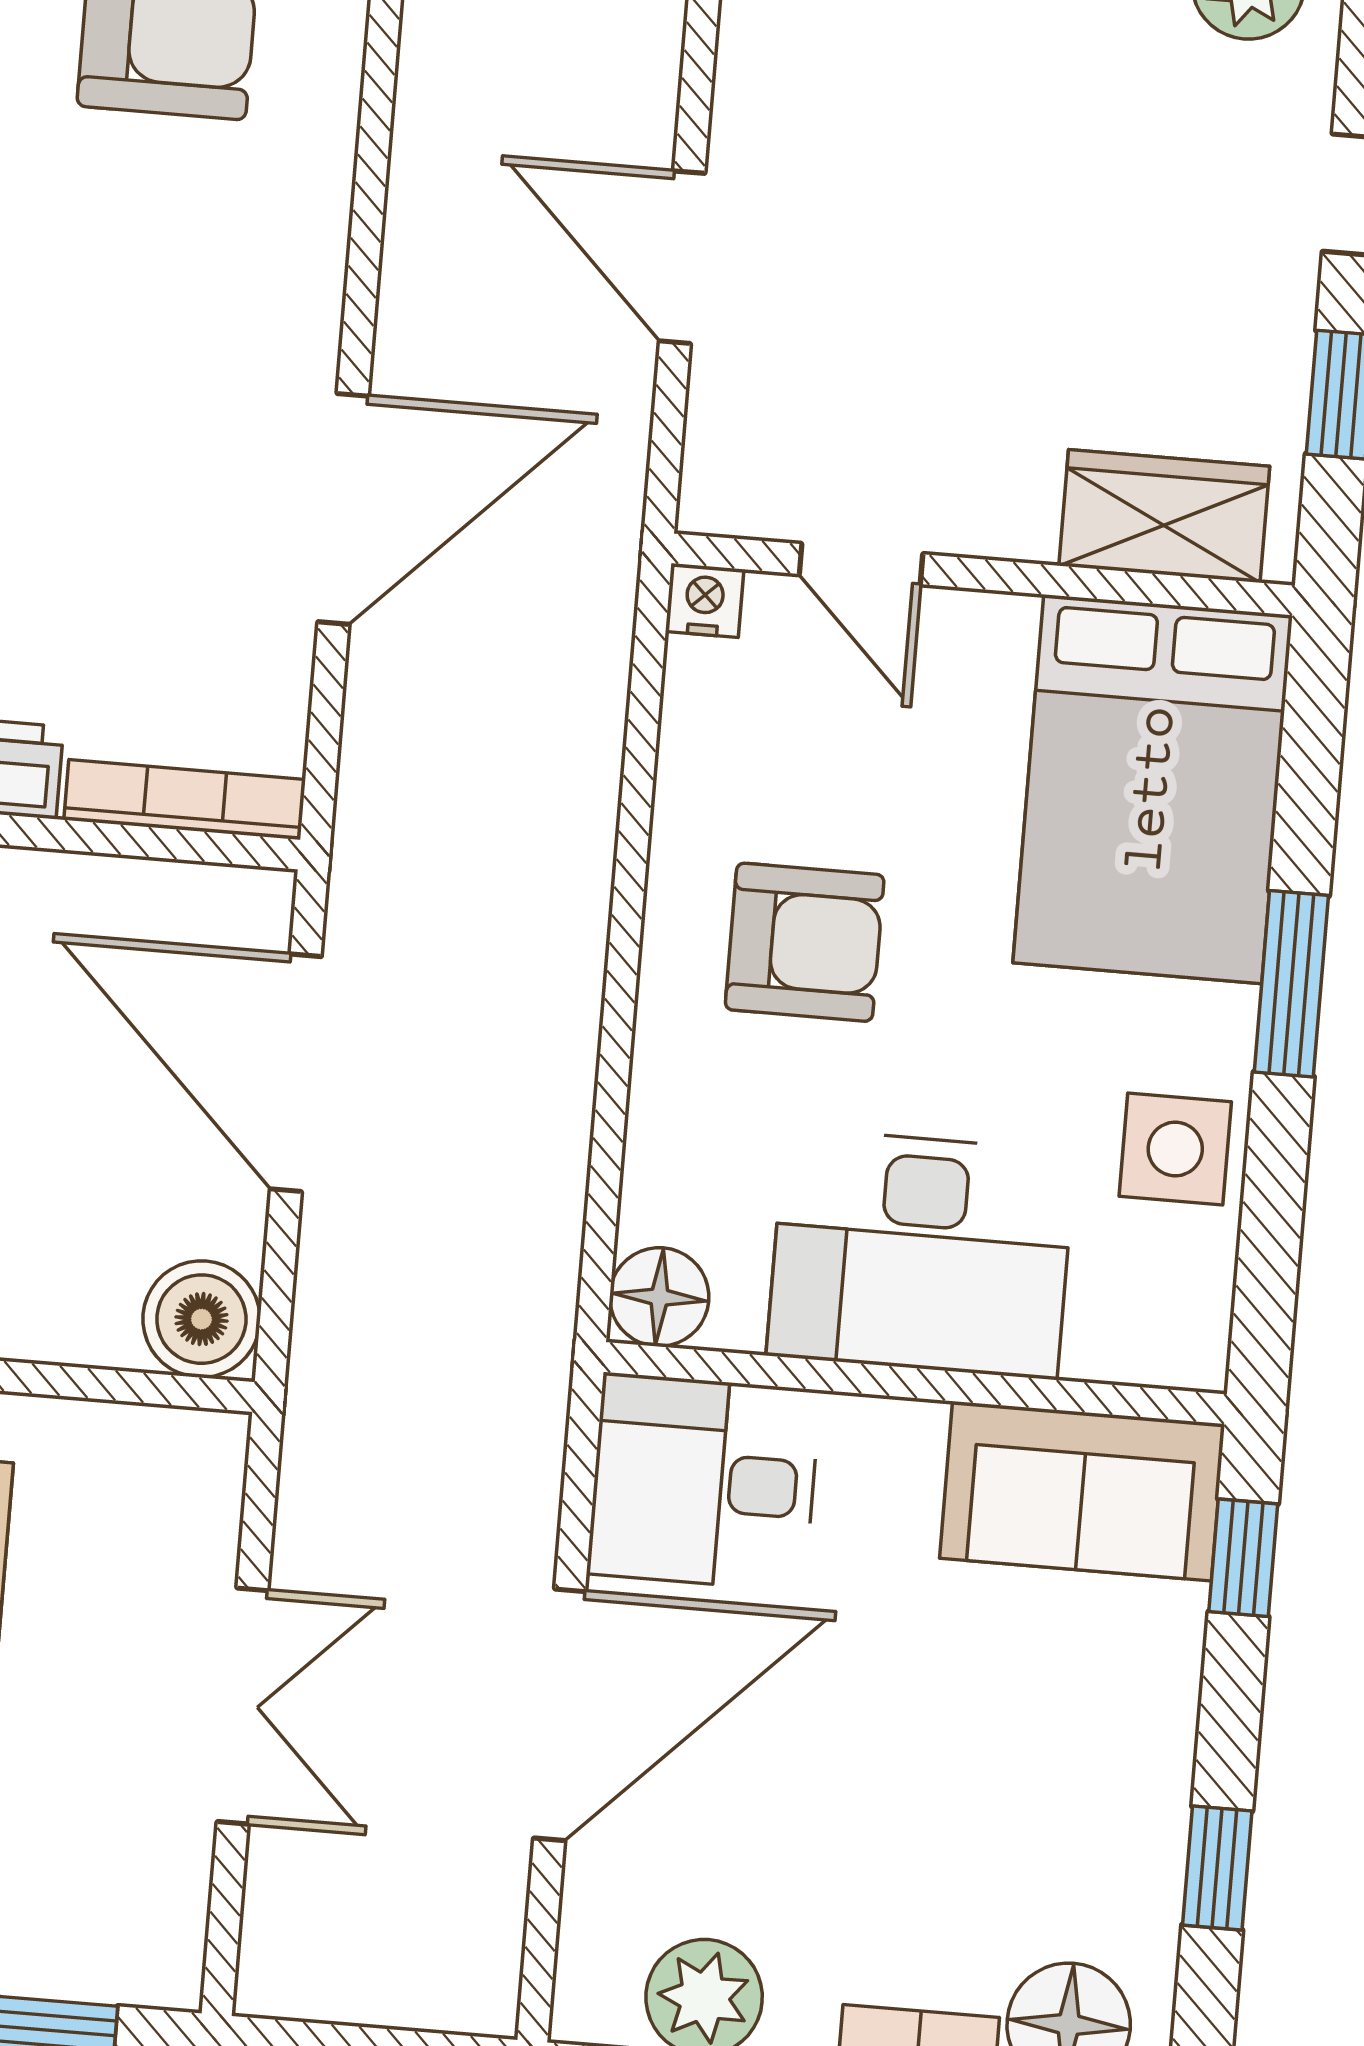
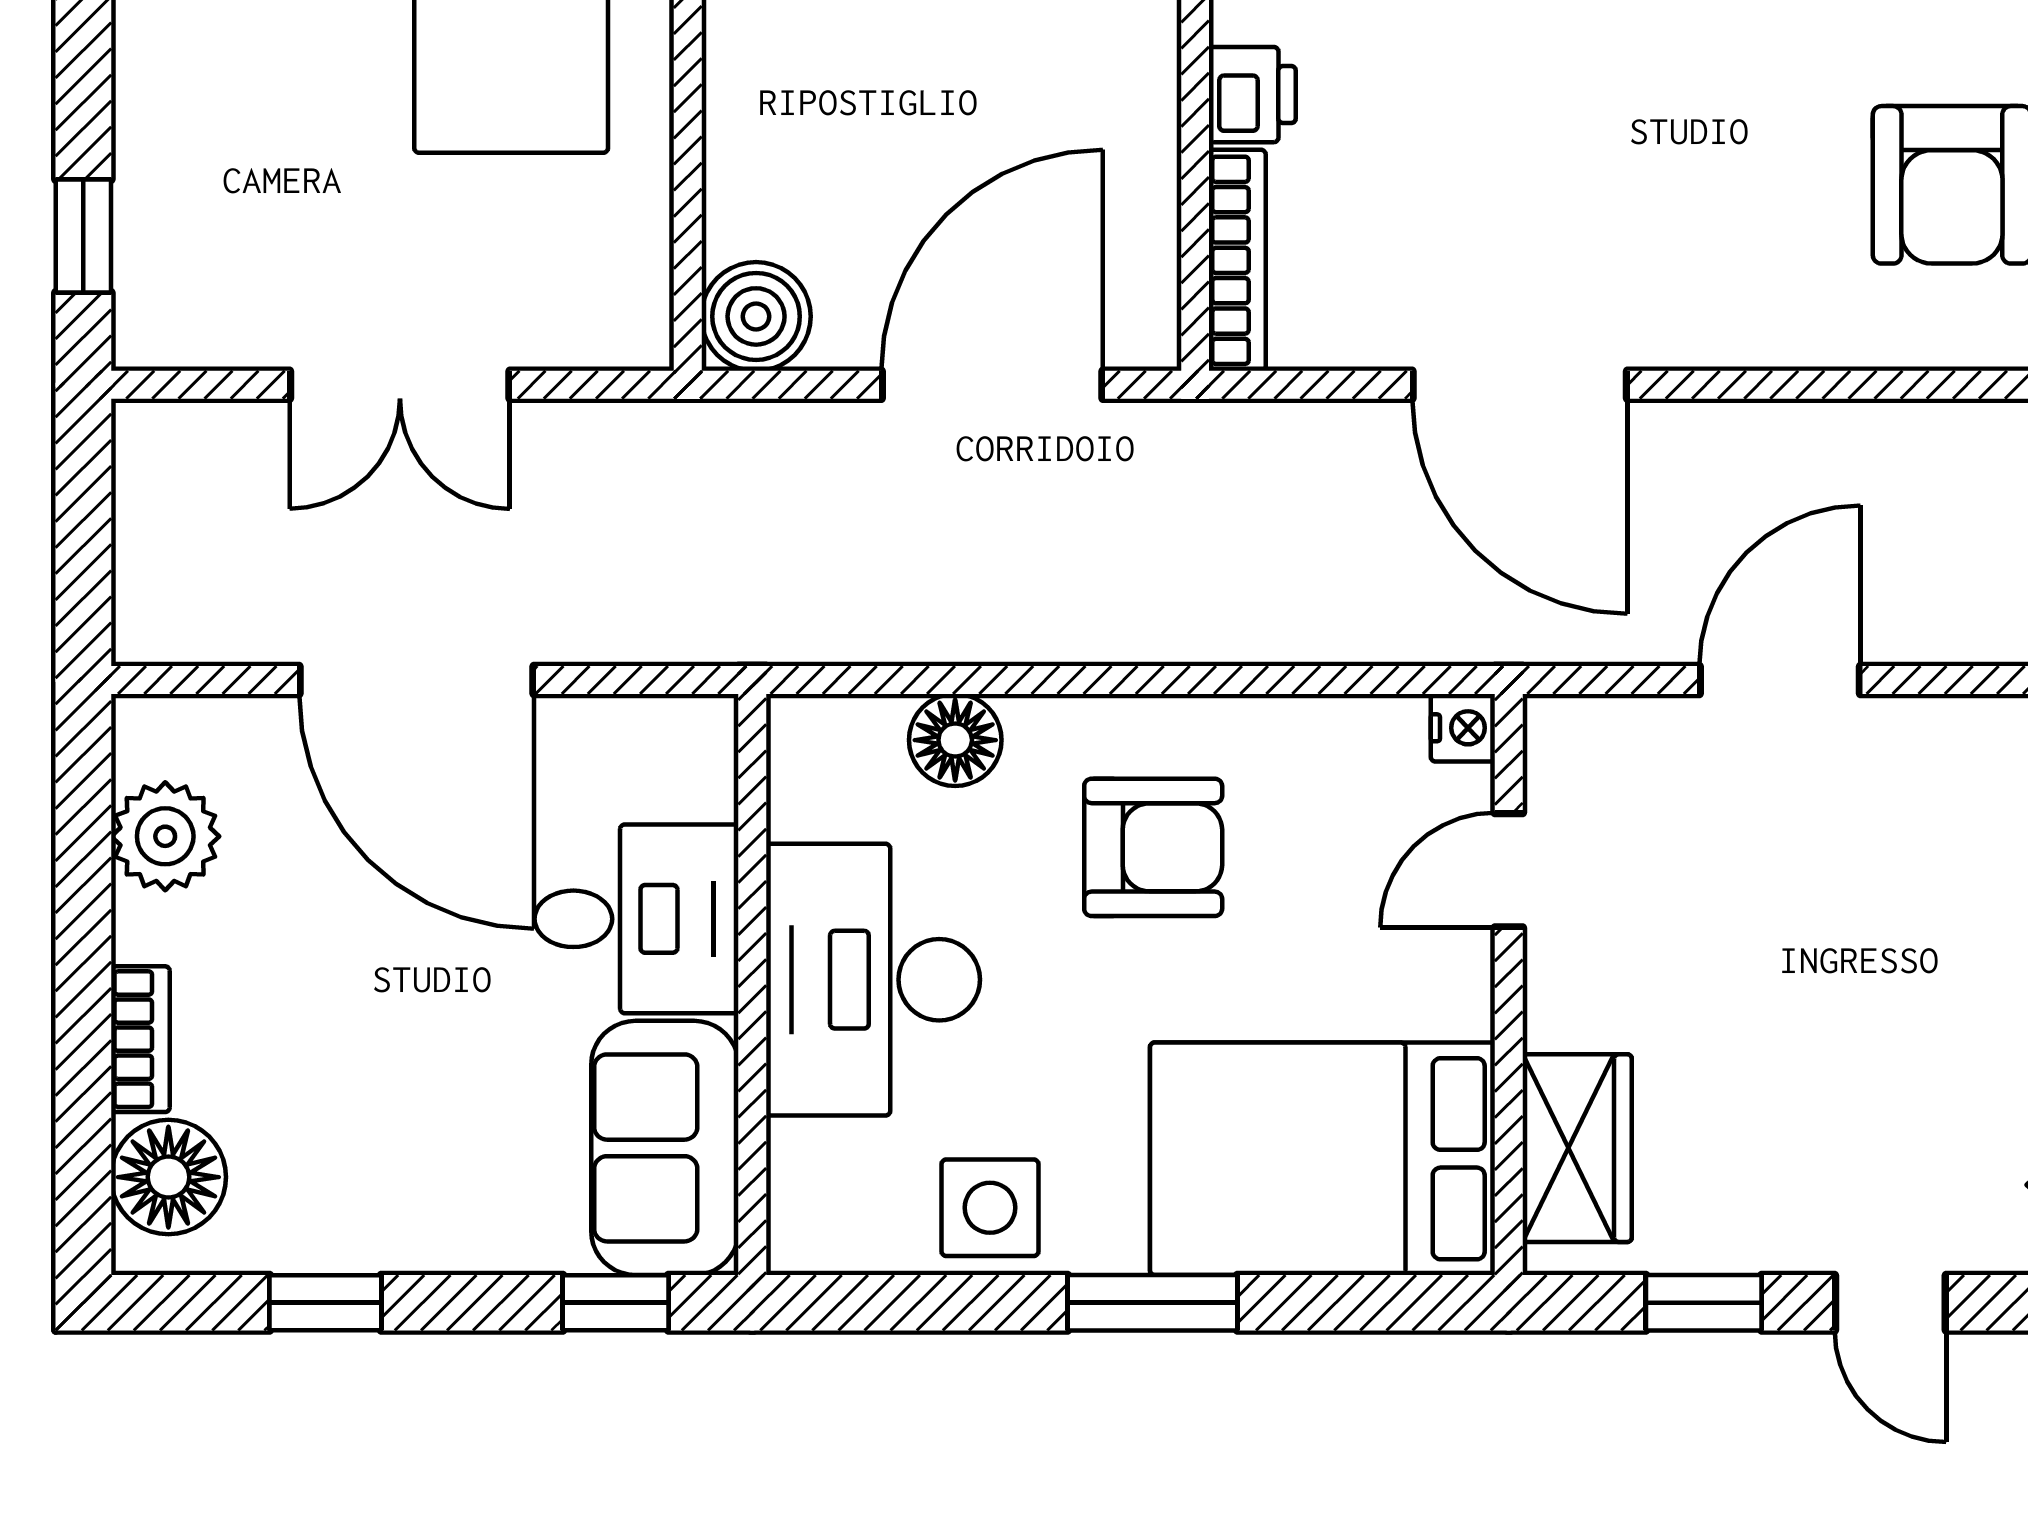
armchair: (805, 942) -> (1153, 847), turned -90
floor lamp: (659, 1297) -> (955, 740), moved
desk: (704, 1482) -> (637, 919), moved, turned 90

